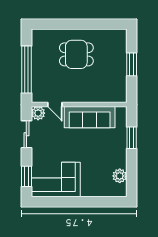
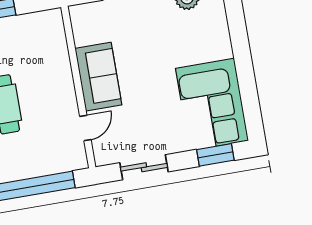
plant: (38, 113) -> (105, 154), removed
sofa: (90, 117) -> (98, 77), width x0.73

